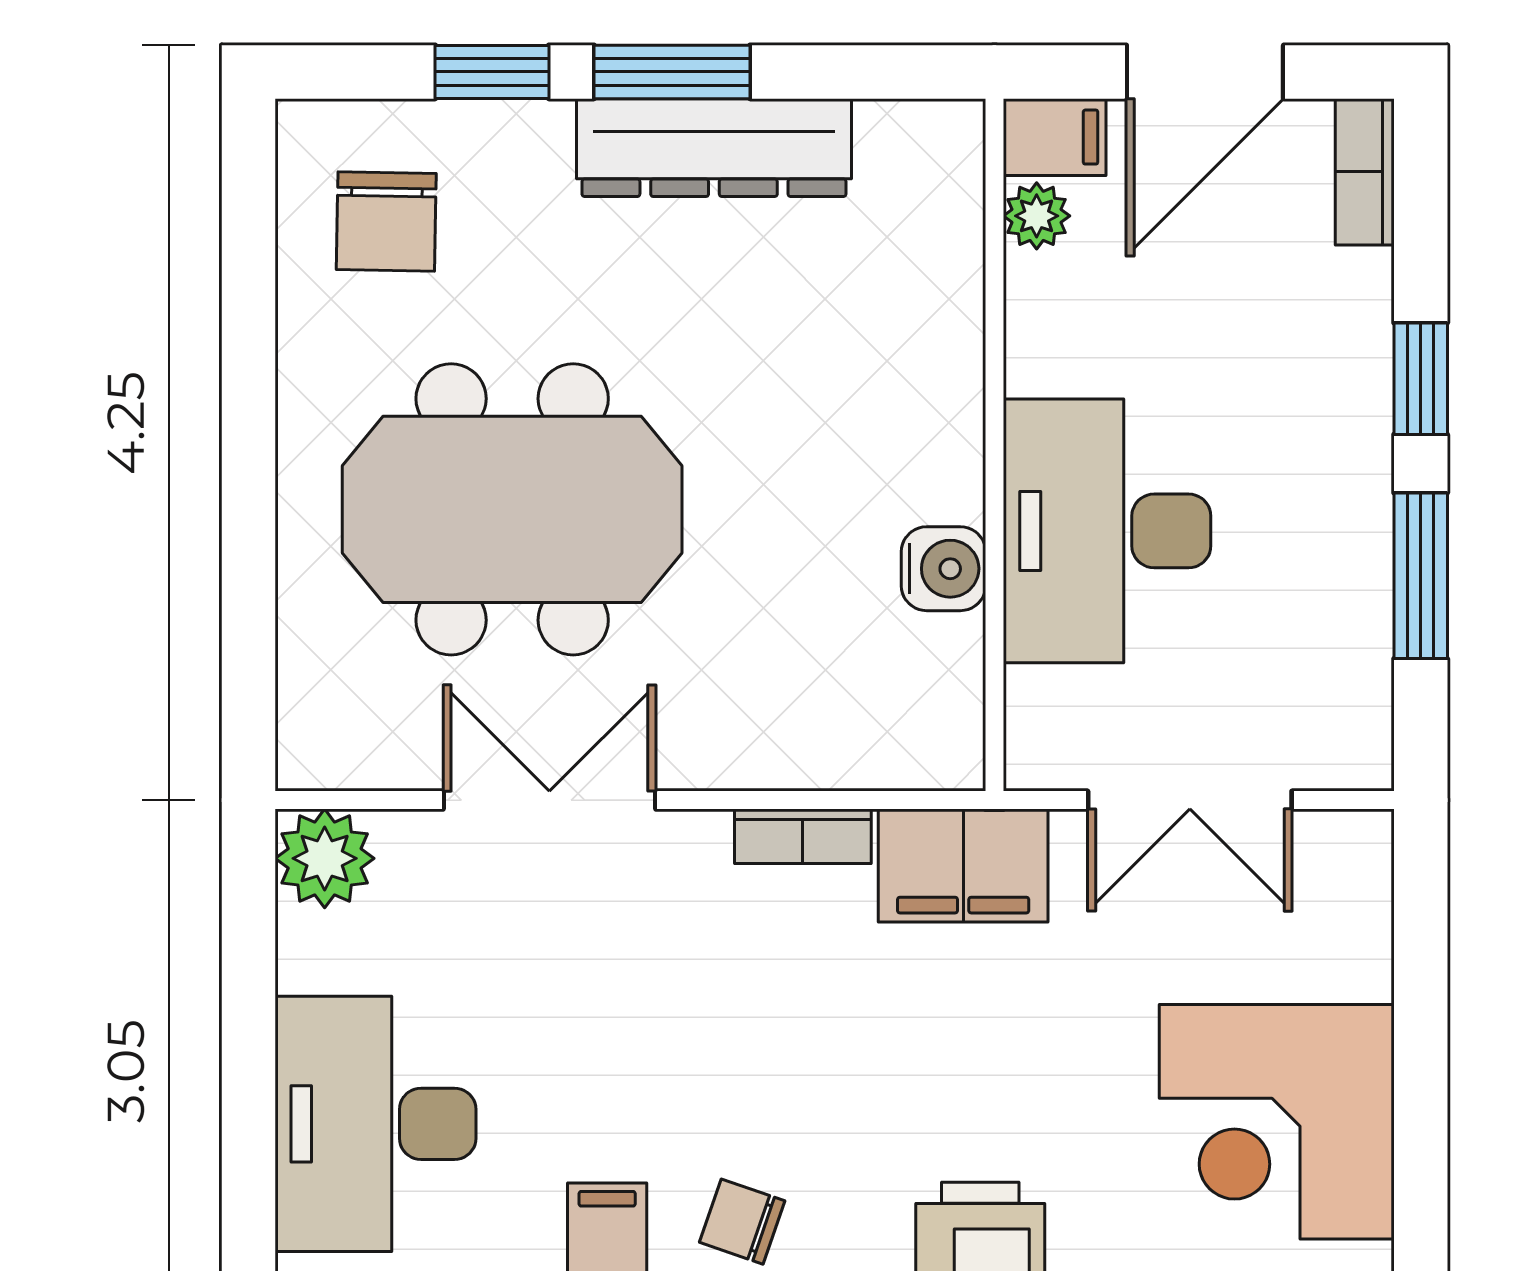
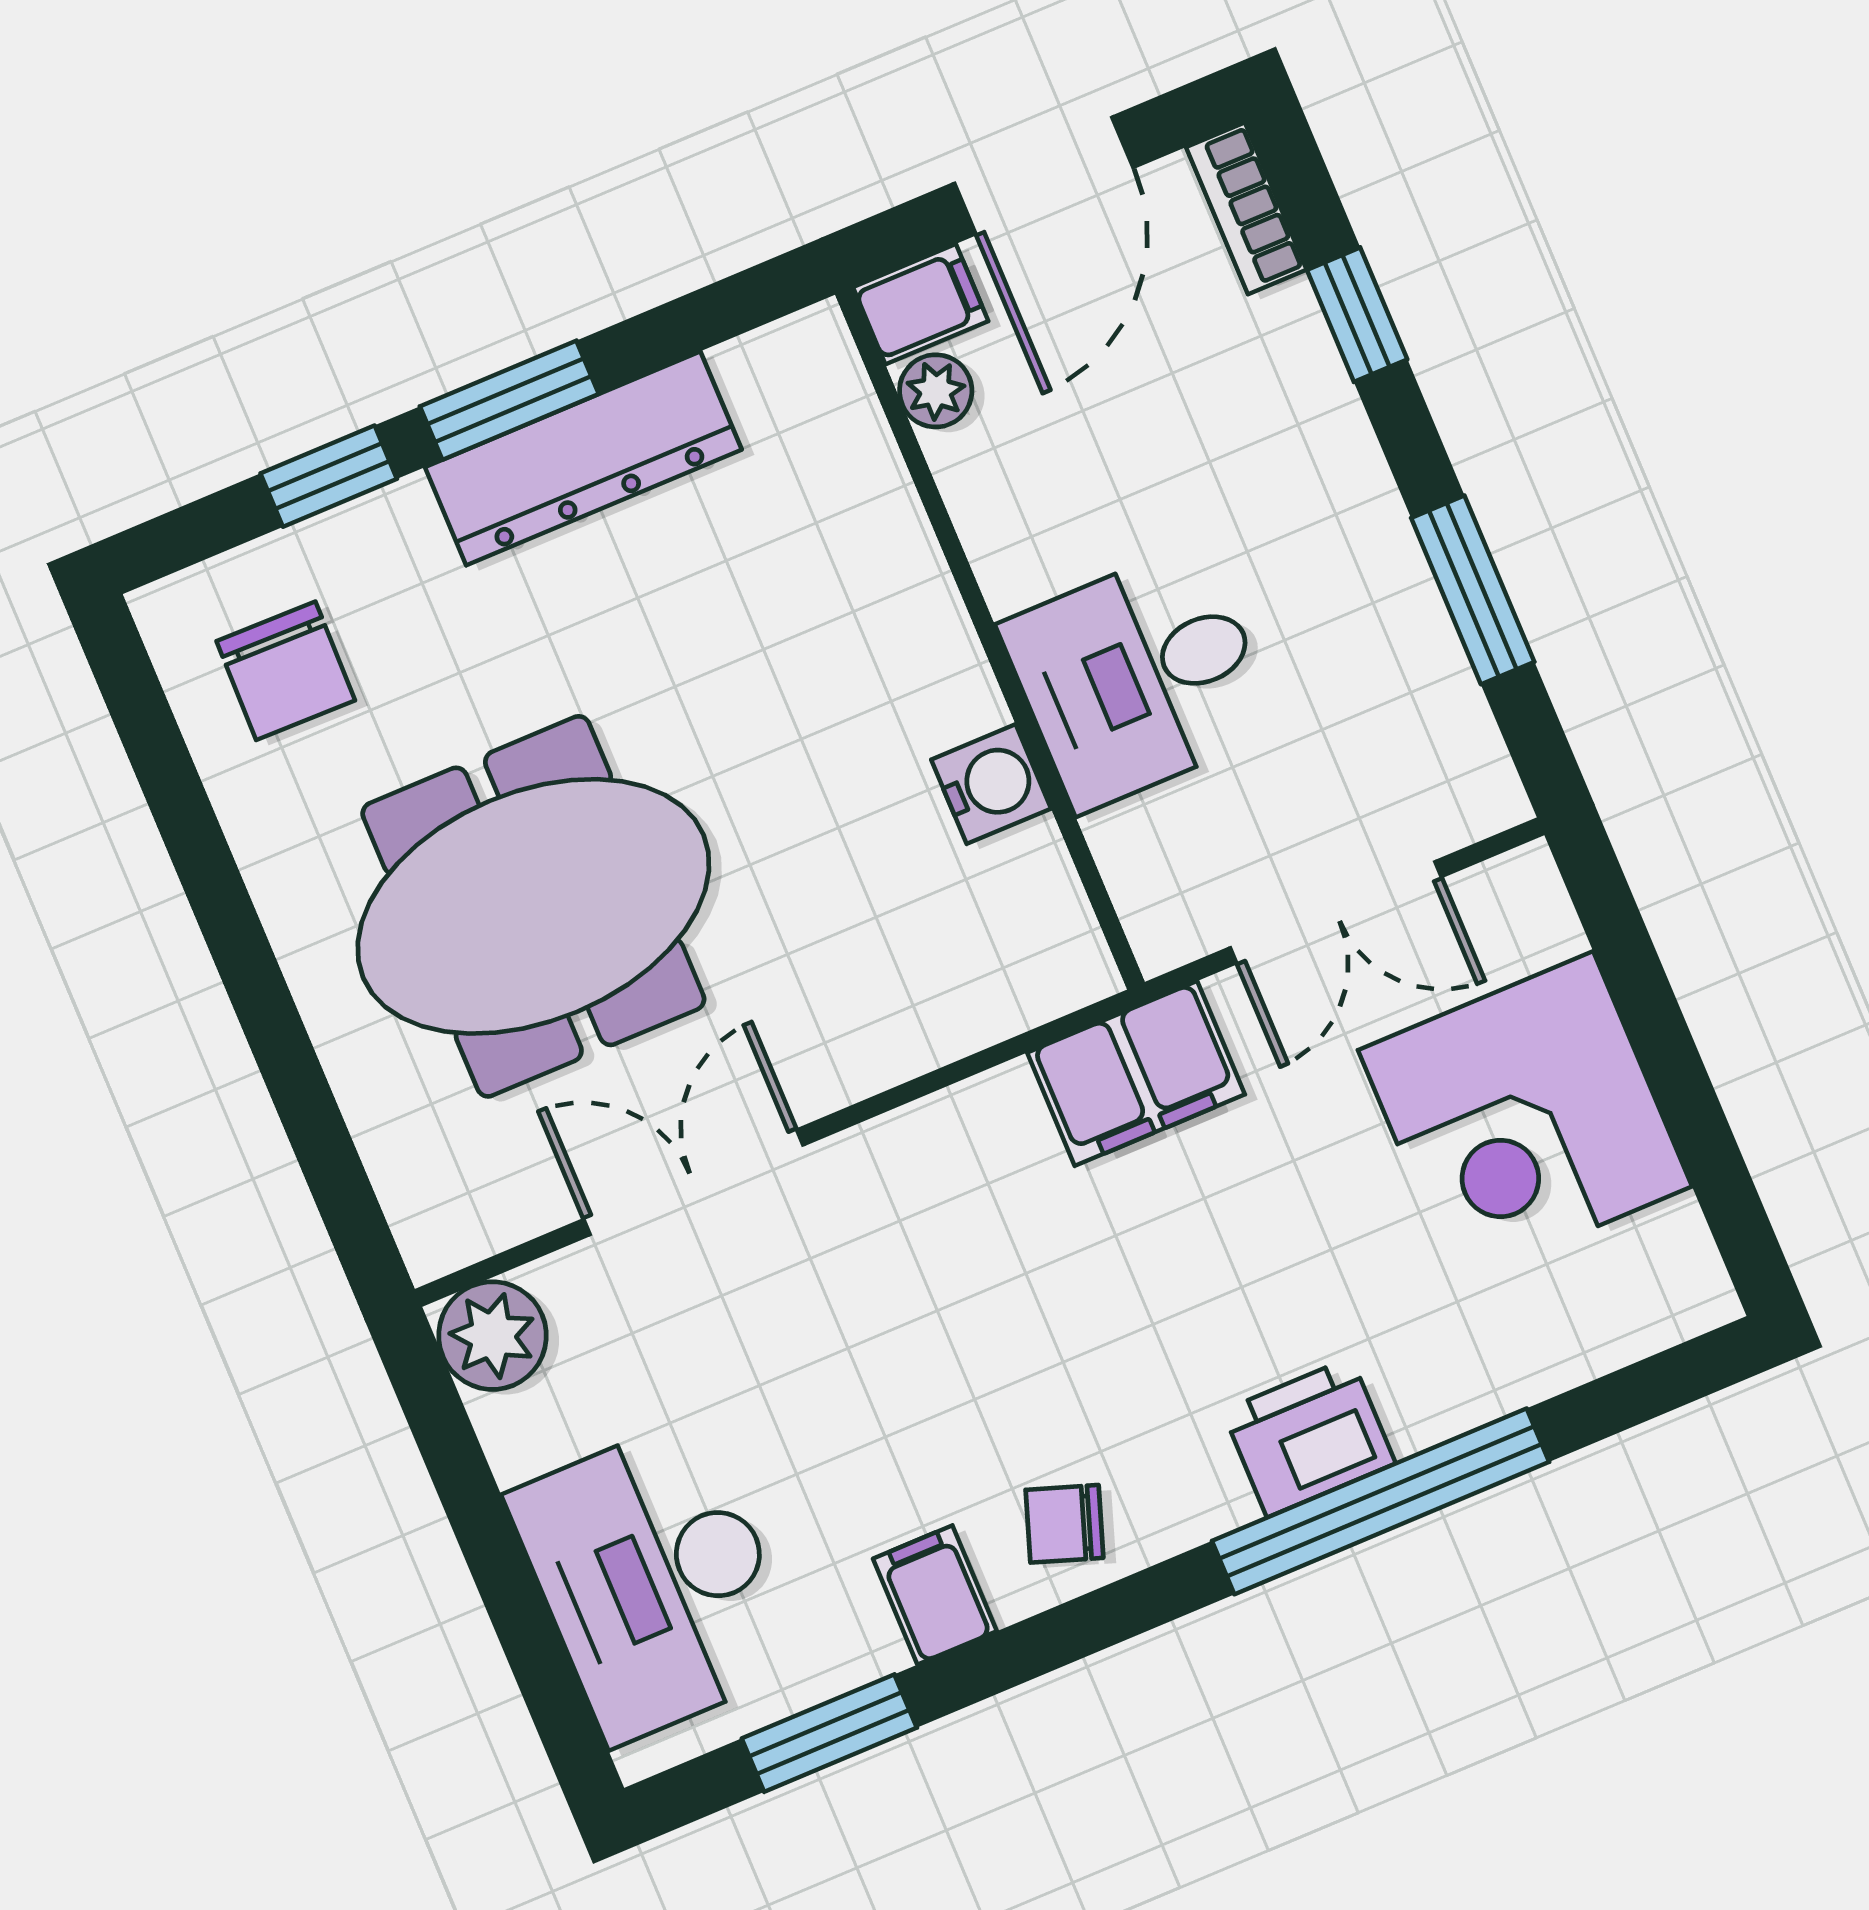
window: (1421, 379) -> (1357, 315), moved
desk: (1107, 531) -> (1139, 677), width x0.73
bookcase: (803, 836) -> (963, 1112), removed
corner desk: (1277, 1122) -> (1525, 1118), moved

